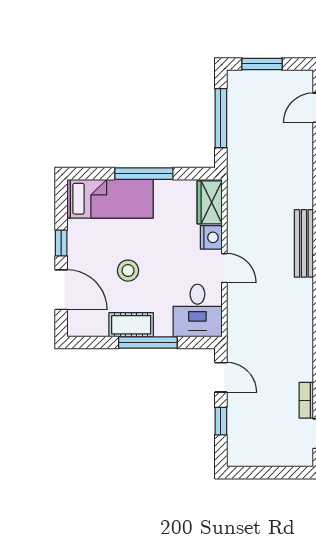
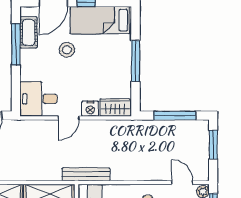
bed: (110, 199) -> (101, 20), moved, turned 90
cot: (131, 325) -> (29, 32), moved
window: (148, 342) -> (16, 44), moved

